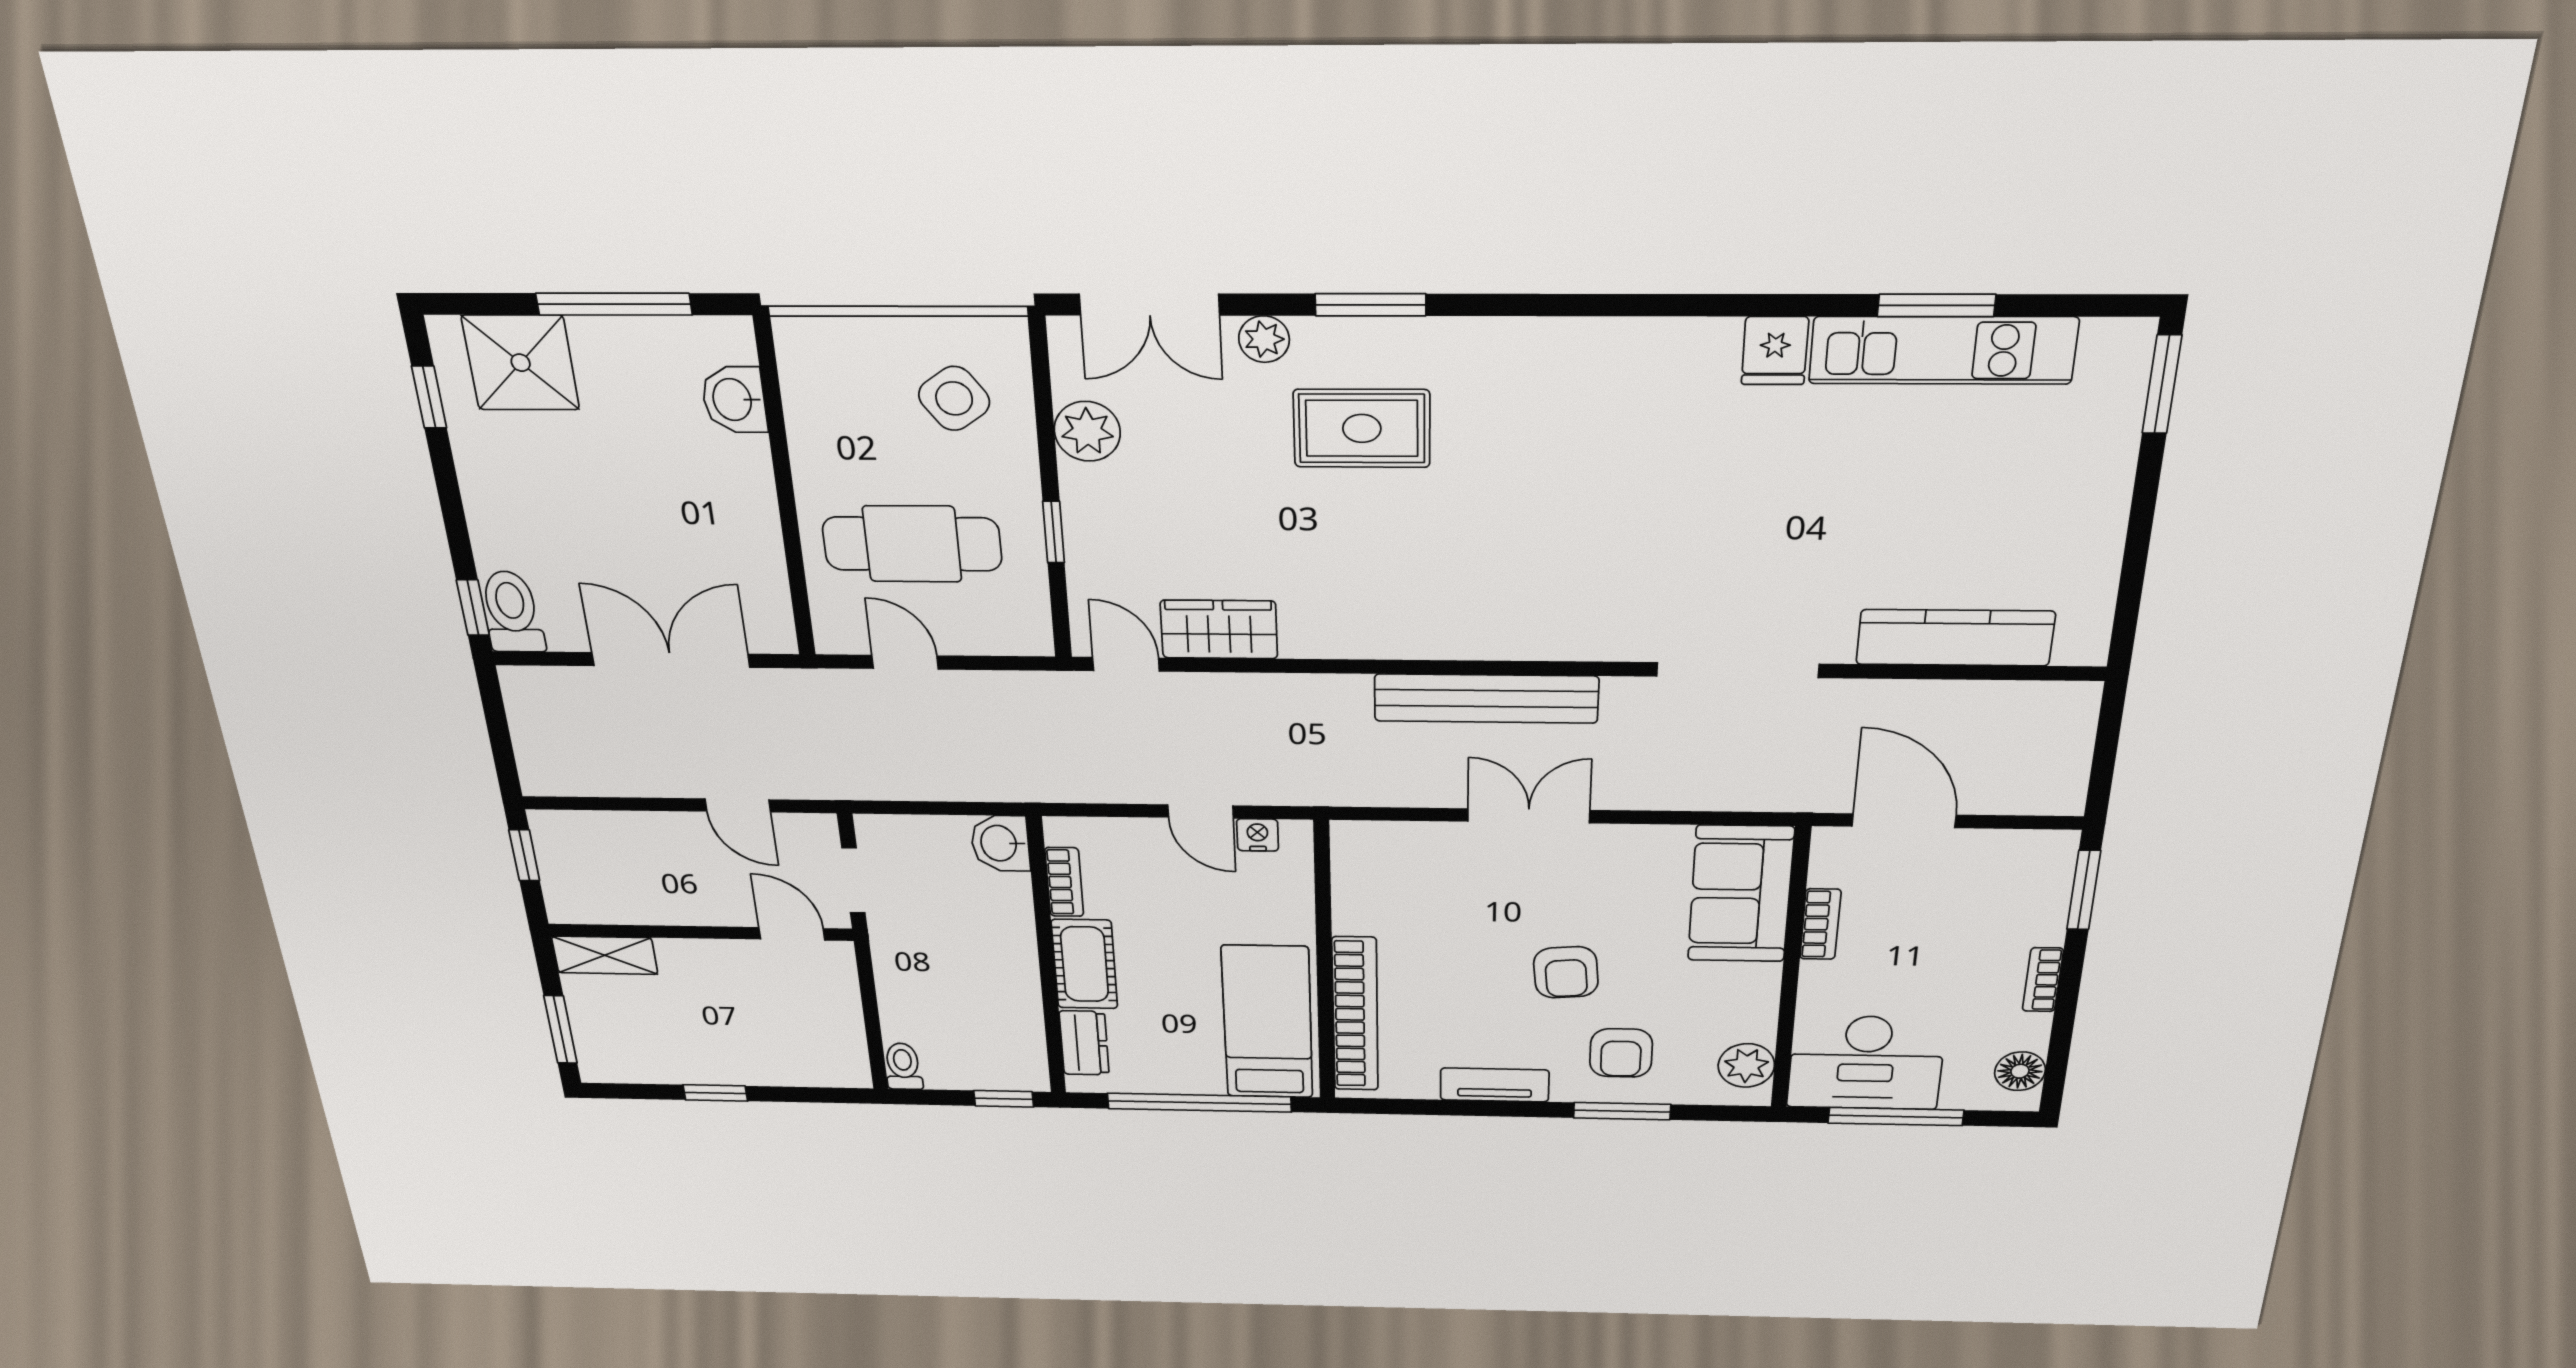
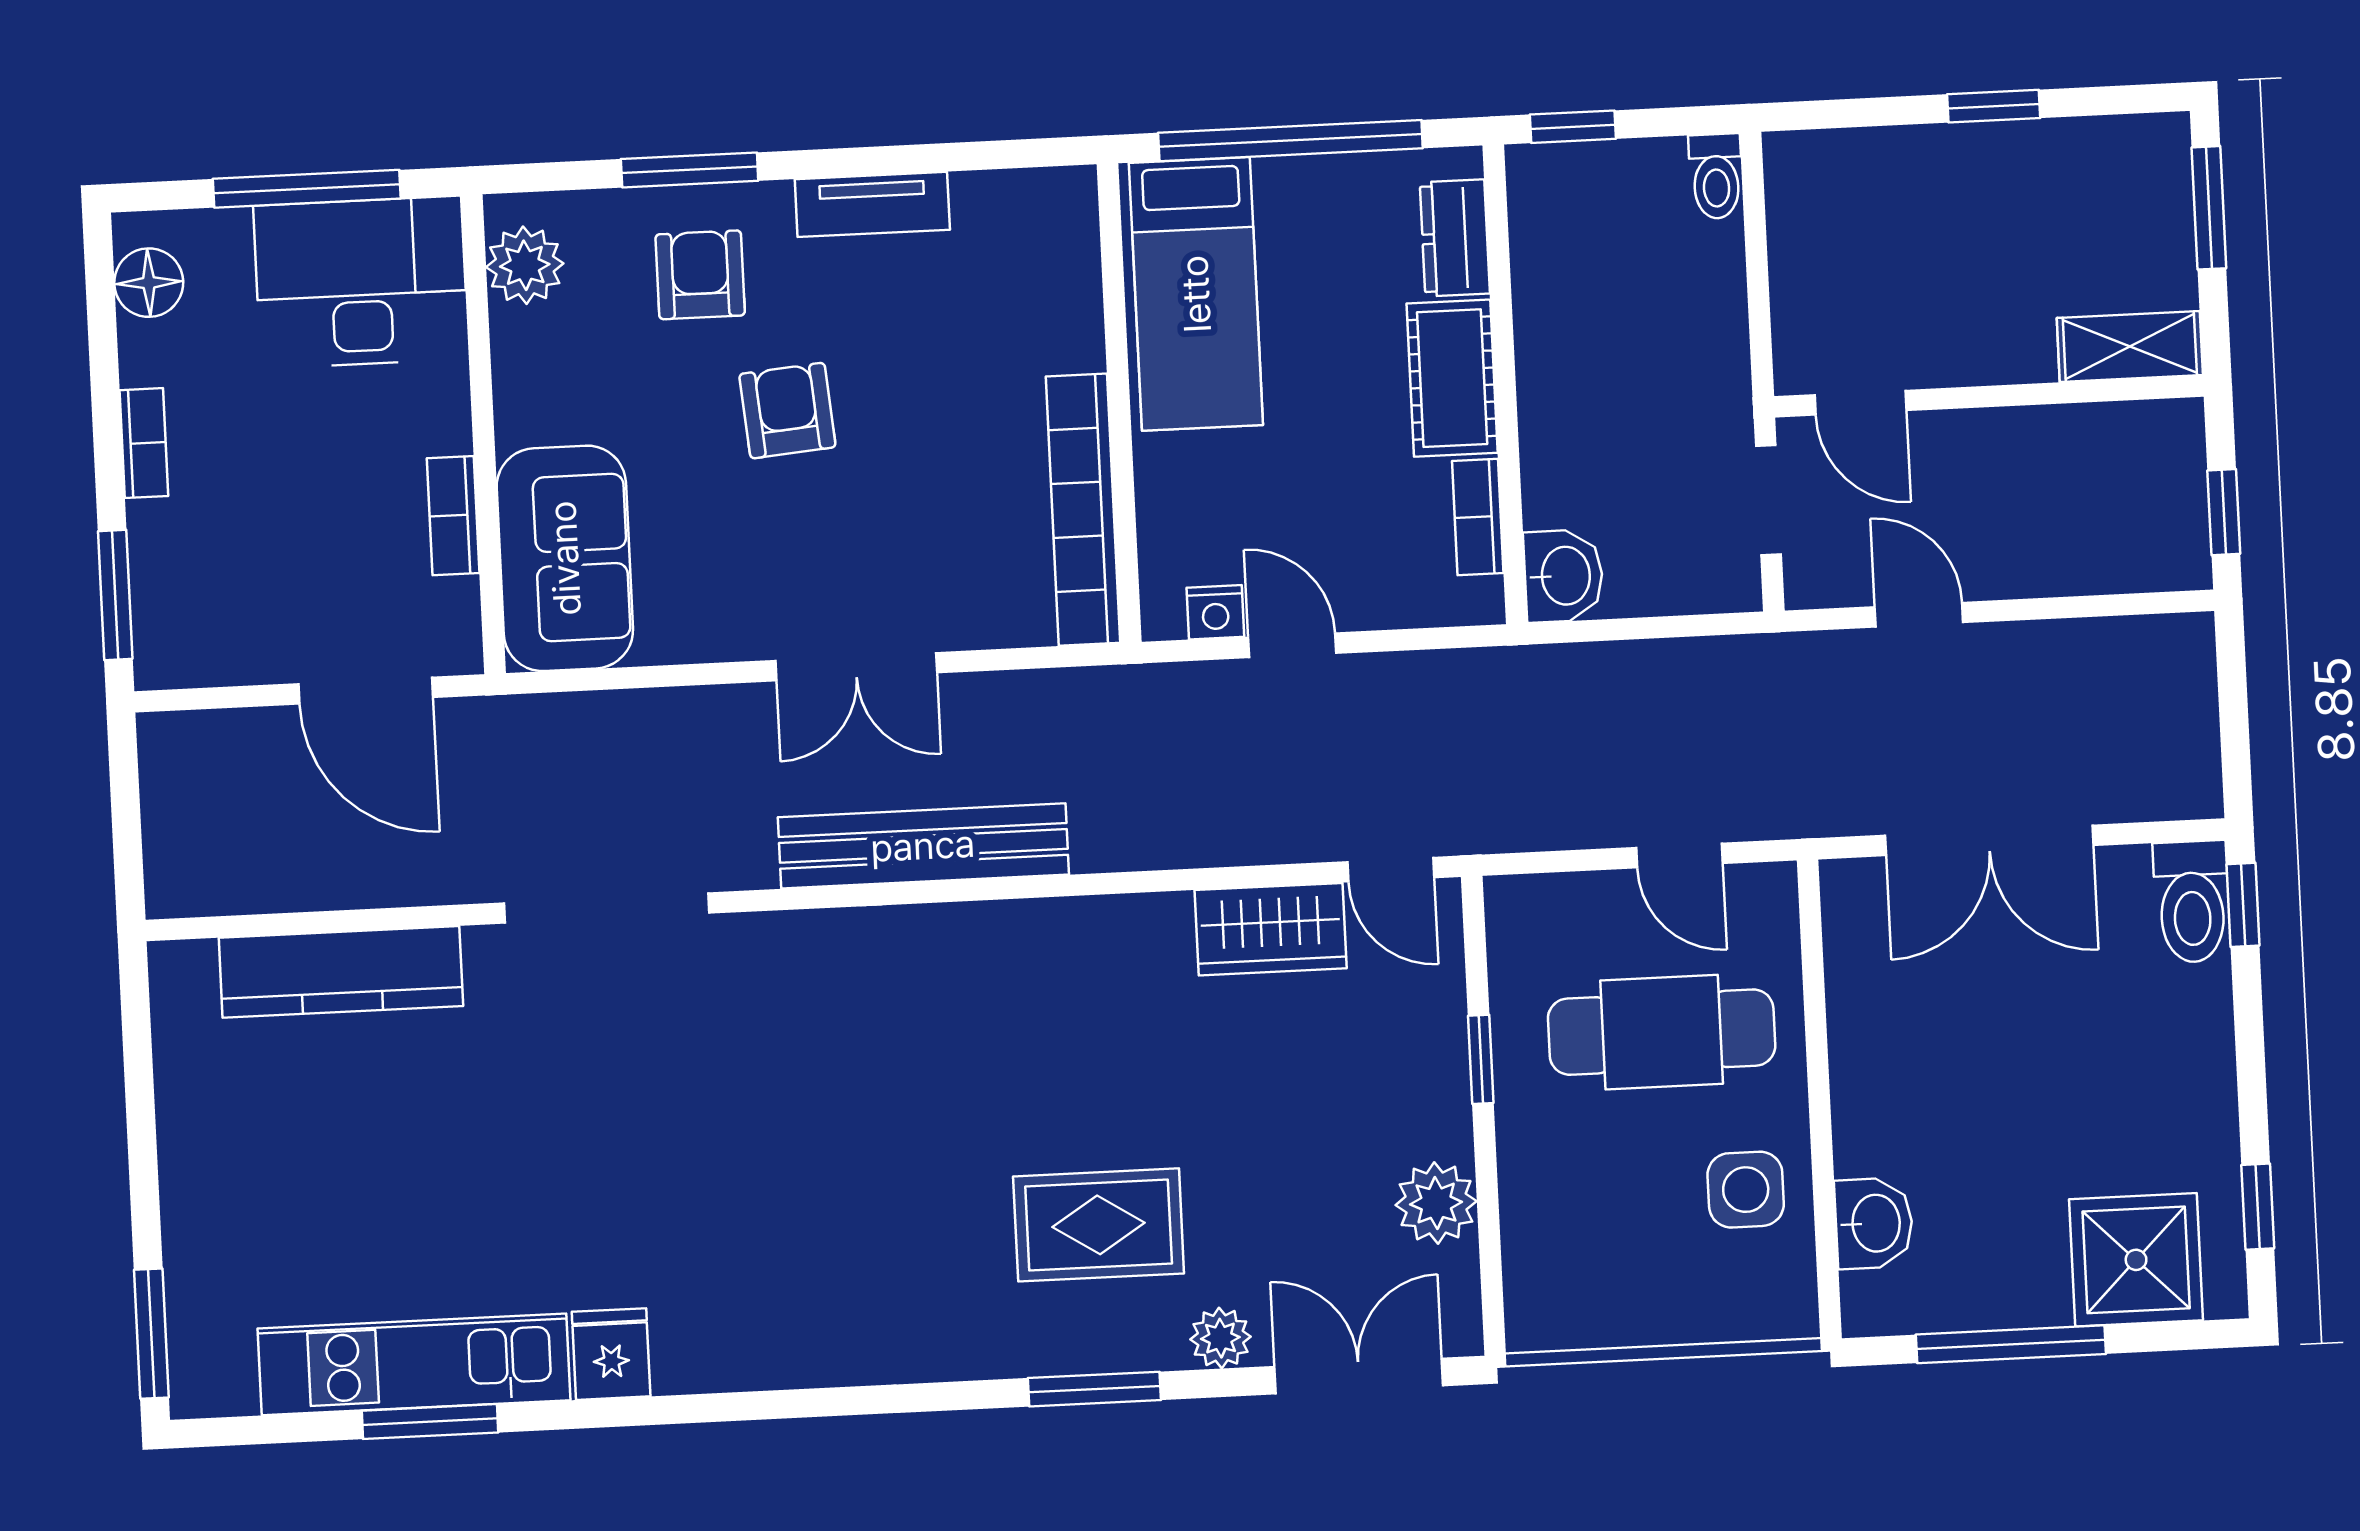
side table: (954, 398) -> (1746, 1190), moved, turned 36
bookcase: (1355, 1014) -> (1083, 510), moved

